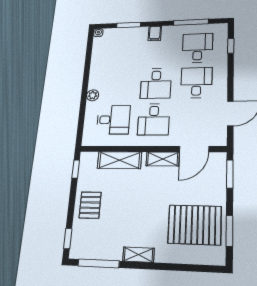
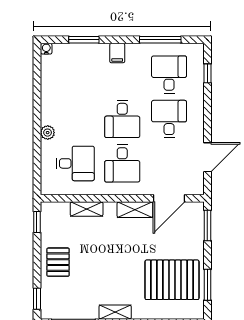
shelving: (119, 160) -> (87, 209), width x0.67, depth x0.75

